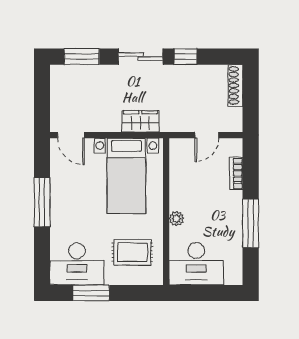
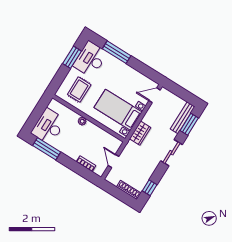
window: (185, 57) -> (150, 188), moved
bench: (78, 72) -> (183, 118), added
window: (42, 202) -> (117, 52), moved
window: (251, 223) -> (47, 149), moved
desk: (196, 264) -> (49, 126), moved

